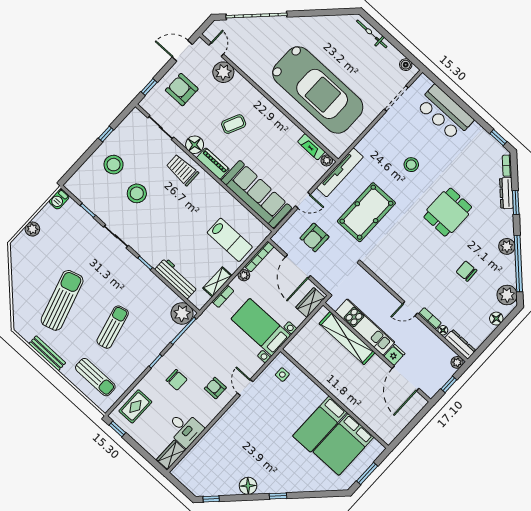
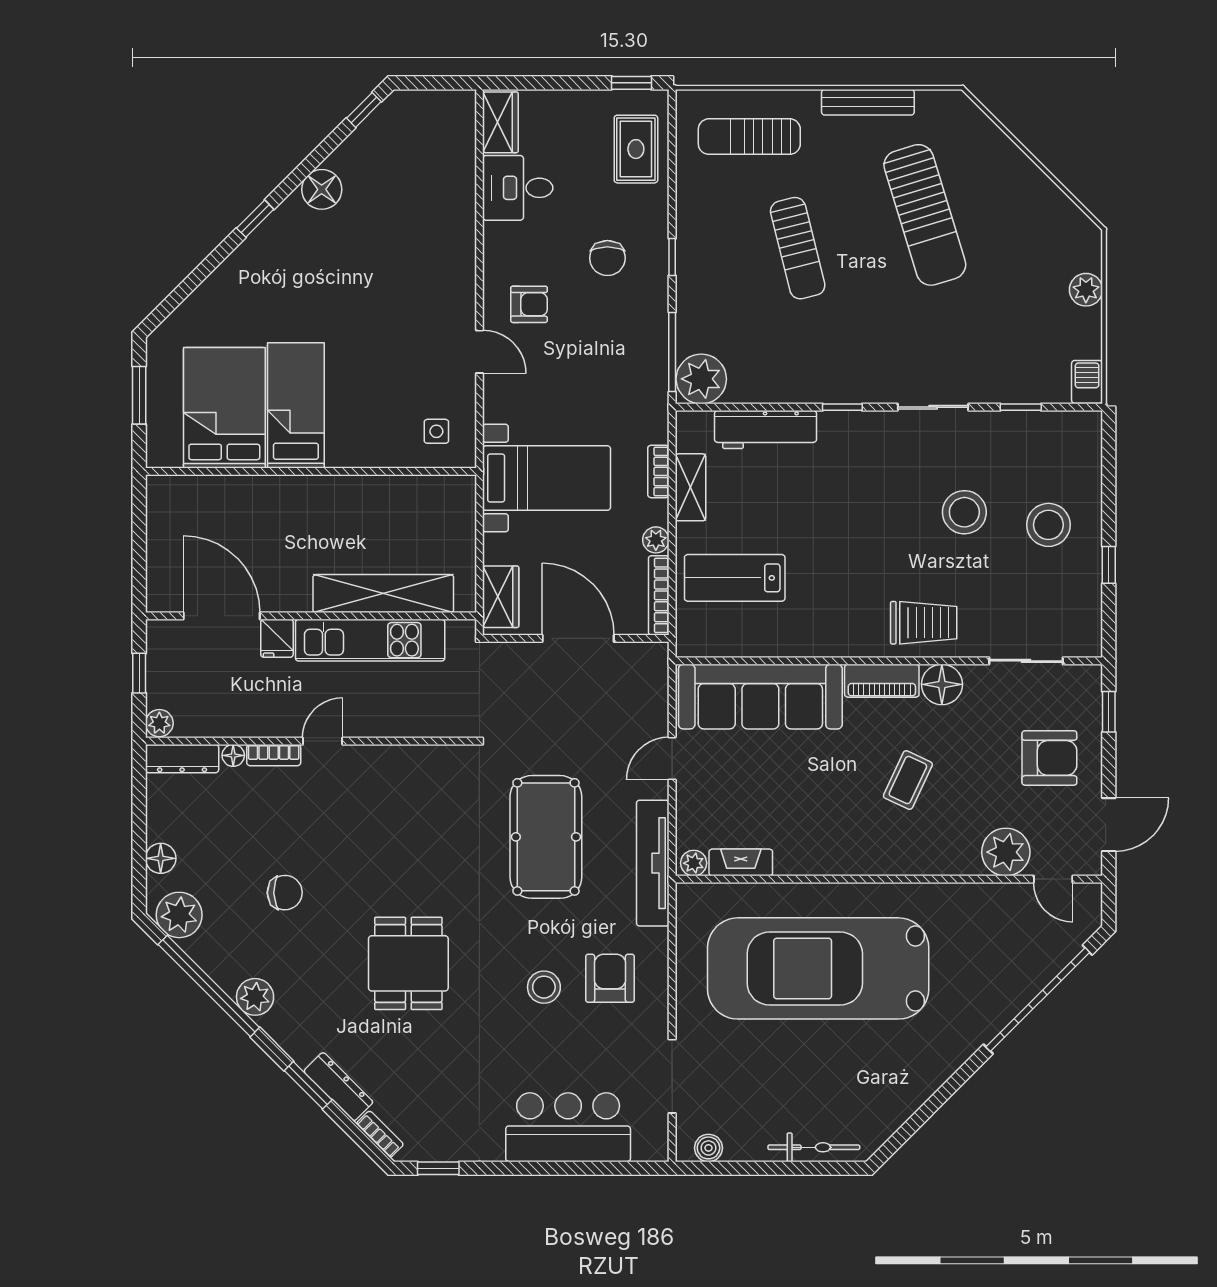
armchair: (315, 237) -> (610, 978), moved
chair: (177, 380) -> (607, 258), turned -90

